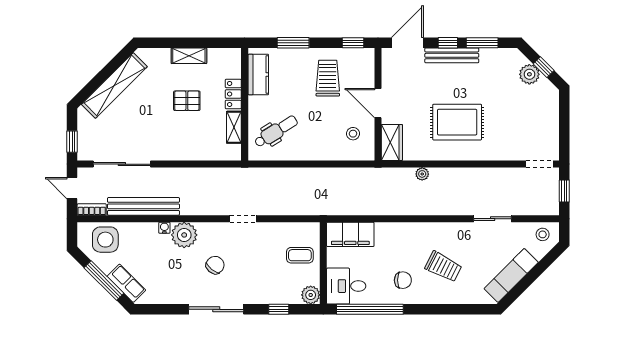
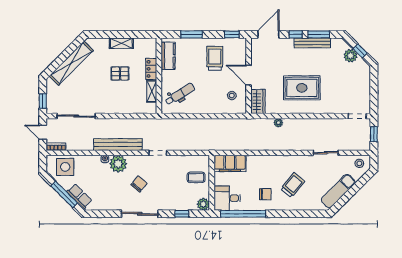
bench: (452, 55) -> (312, 43), moved
bench: (143, 206) -> (118, 145), moved
trolley: (443, 267) -> (293, 185), turned -77

